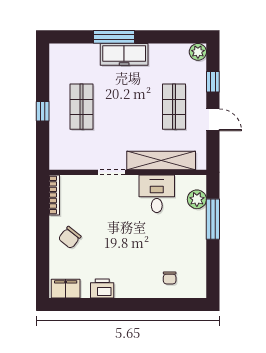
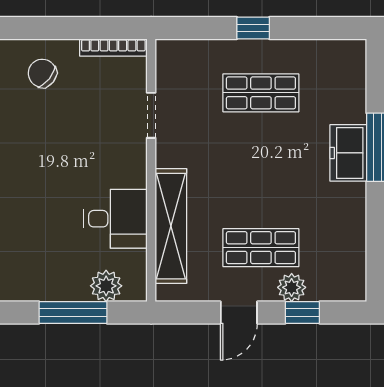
plant: (198, 52) -> (292, 287), moved
freezer: (124, 54) -> (348, 153), width x0.71
doorway: (111, 172) -> (151, 115), moved

